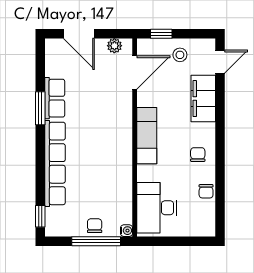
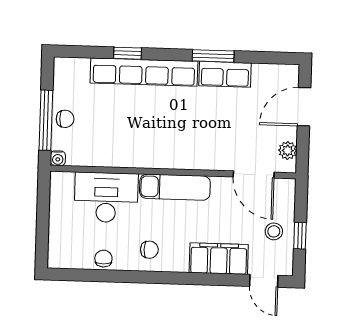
window: (161, 34) -> (300, 236), moved
chair: (206, 191) -> (103, 259), turned 90
desk: (157, 208) -> (106, 197), moved
window: (40, 216) -> (128, 53), moved

